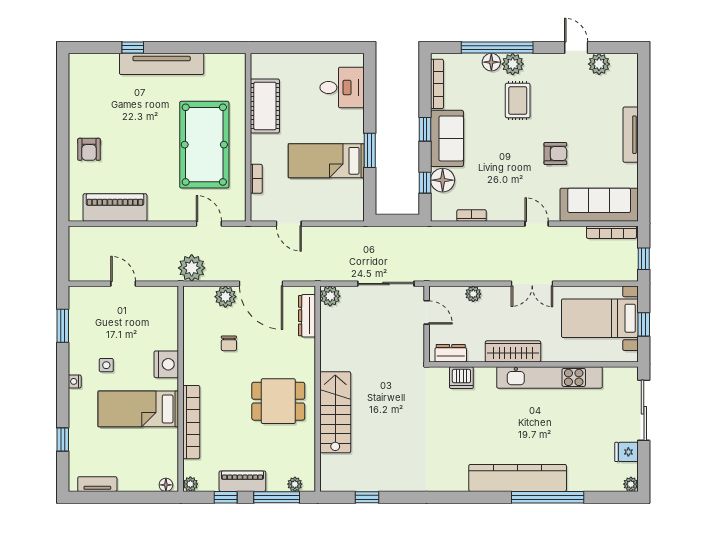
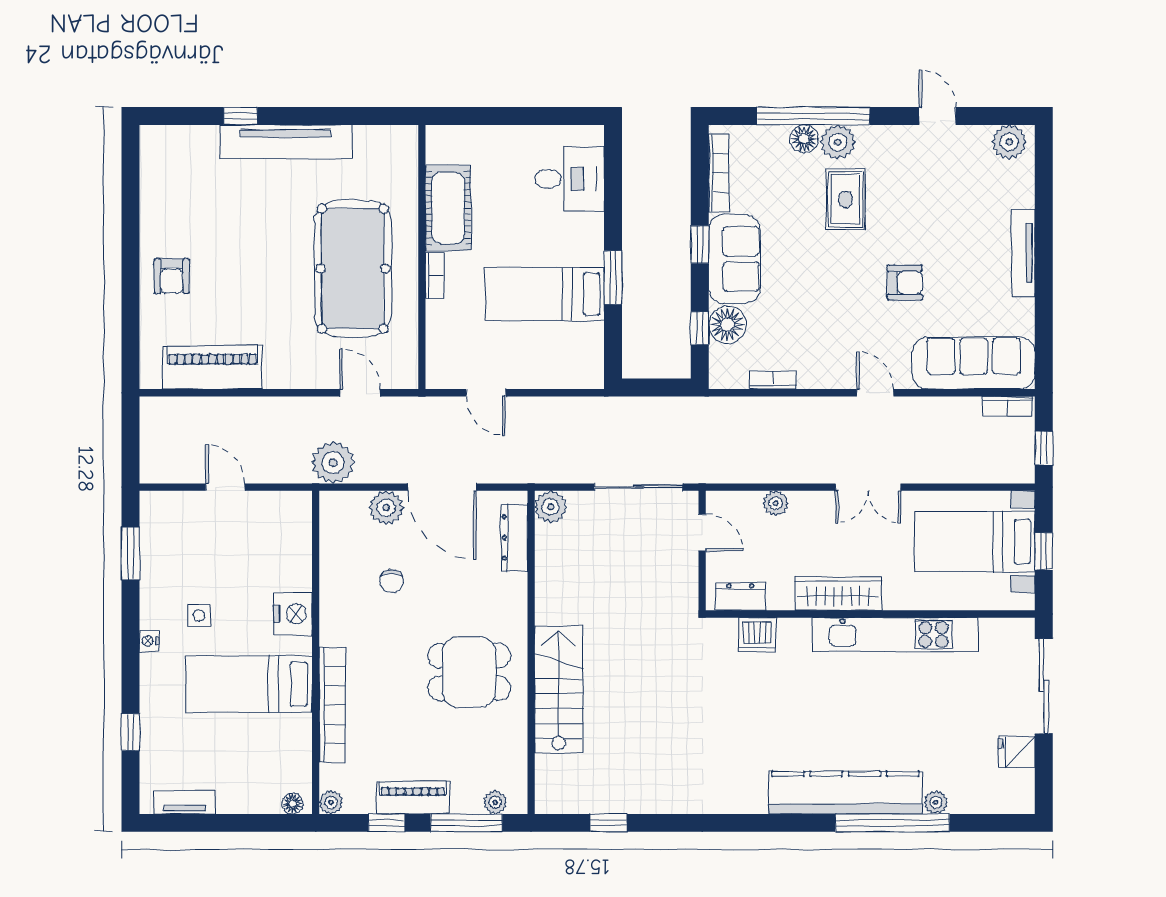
plant: (599, 64) -> (1009, 142), moved
bookcase: (256, 179) -> (435, 276), moved
bookcase: (611, 232) -> (1007, 406), width x0.64
plant: (631, 484) -> (936, 802), moved

